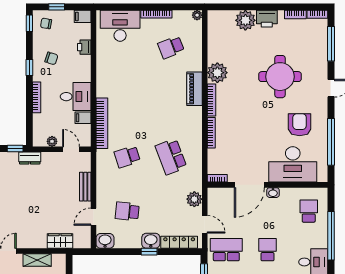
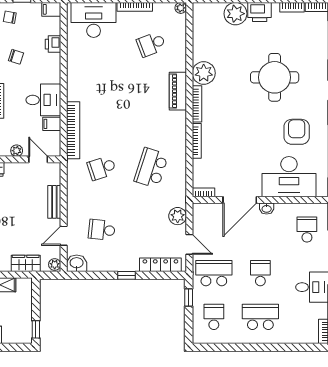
school desk: (171, 157) -> (151, 168), turned 39
washbasin: (151, 241) -> (128, 263), removed
plant: (86, 242) -> (55, 265), added

